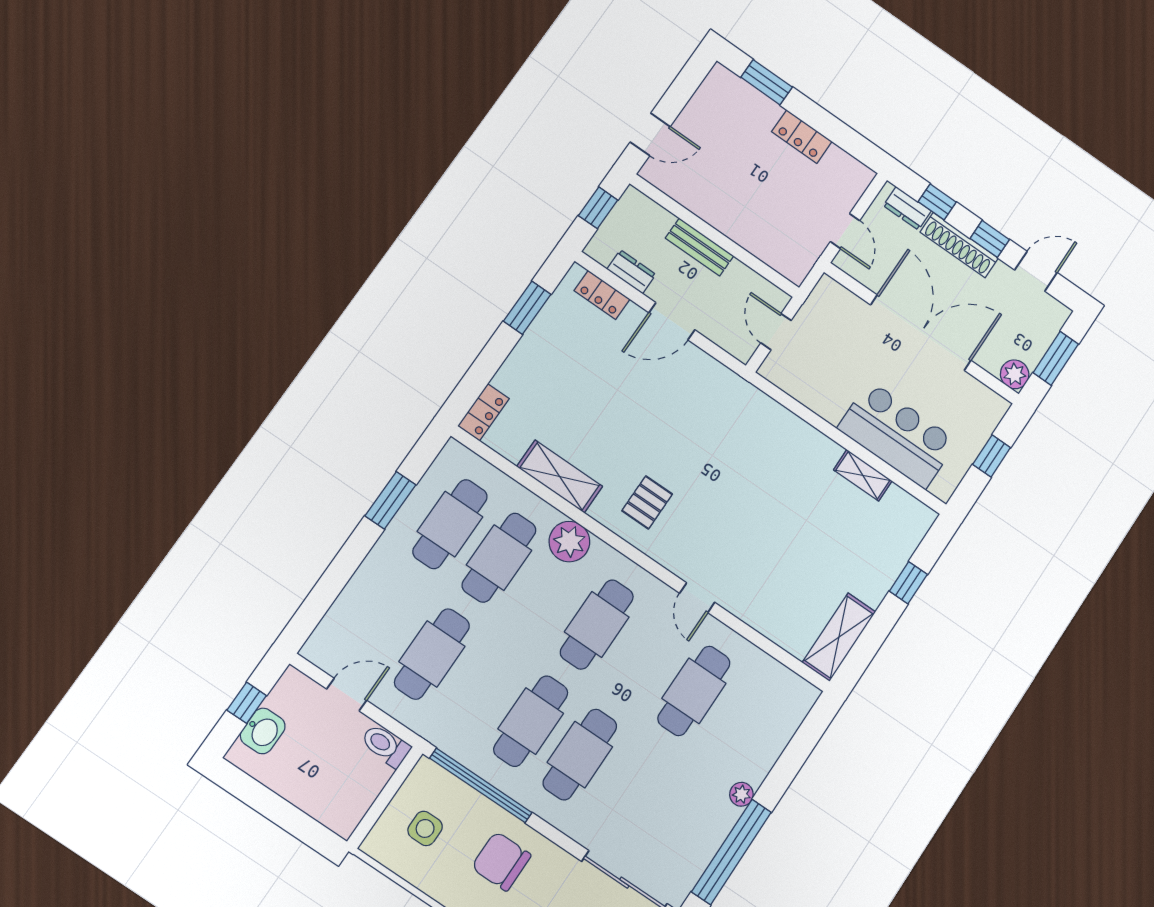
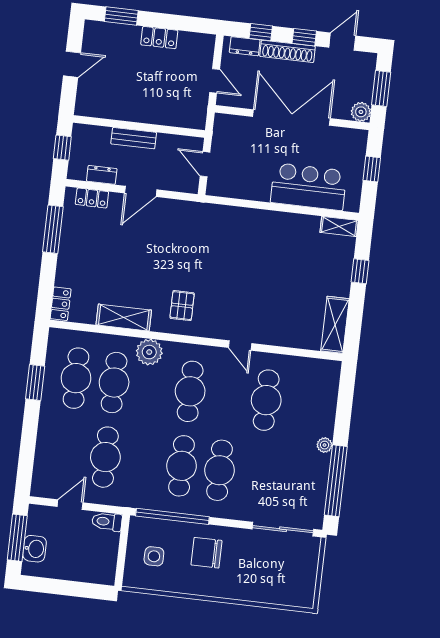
door: (650, 134) -> (72, 64), moved
window: (527, 308) -> (53, 229), width x1.44
shelving: (863, 475) -> (339, 226), moved
window: (247, 703) -> (17, 538), width x2.17

